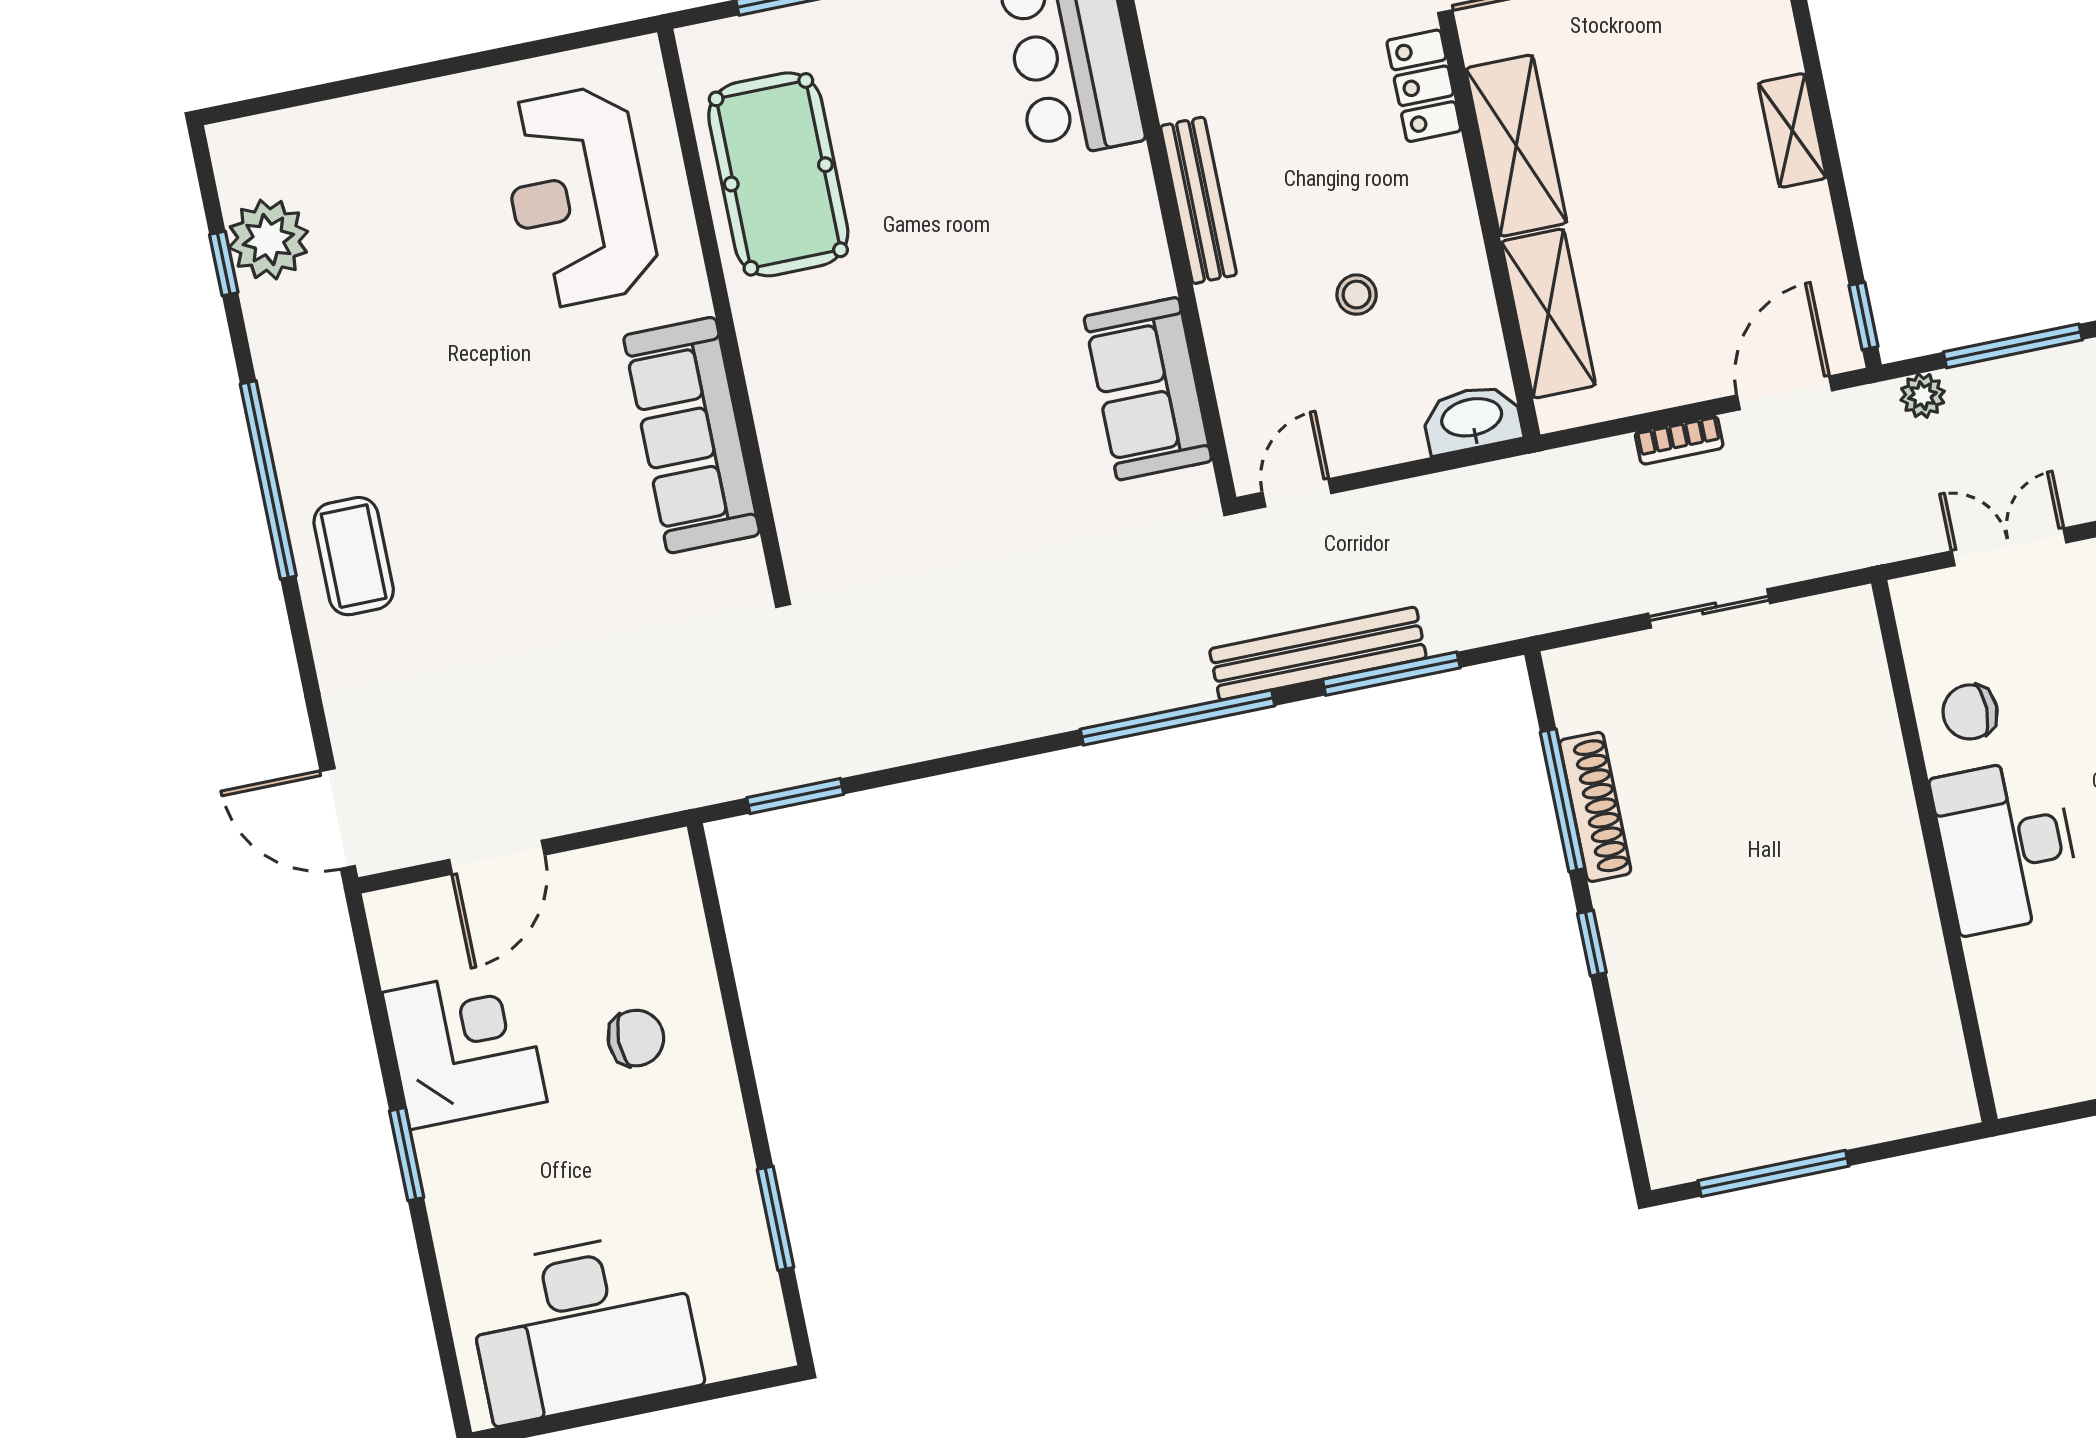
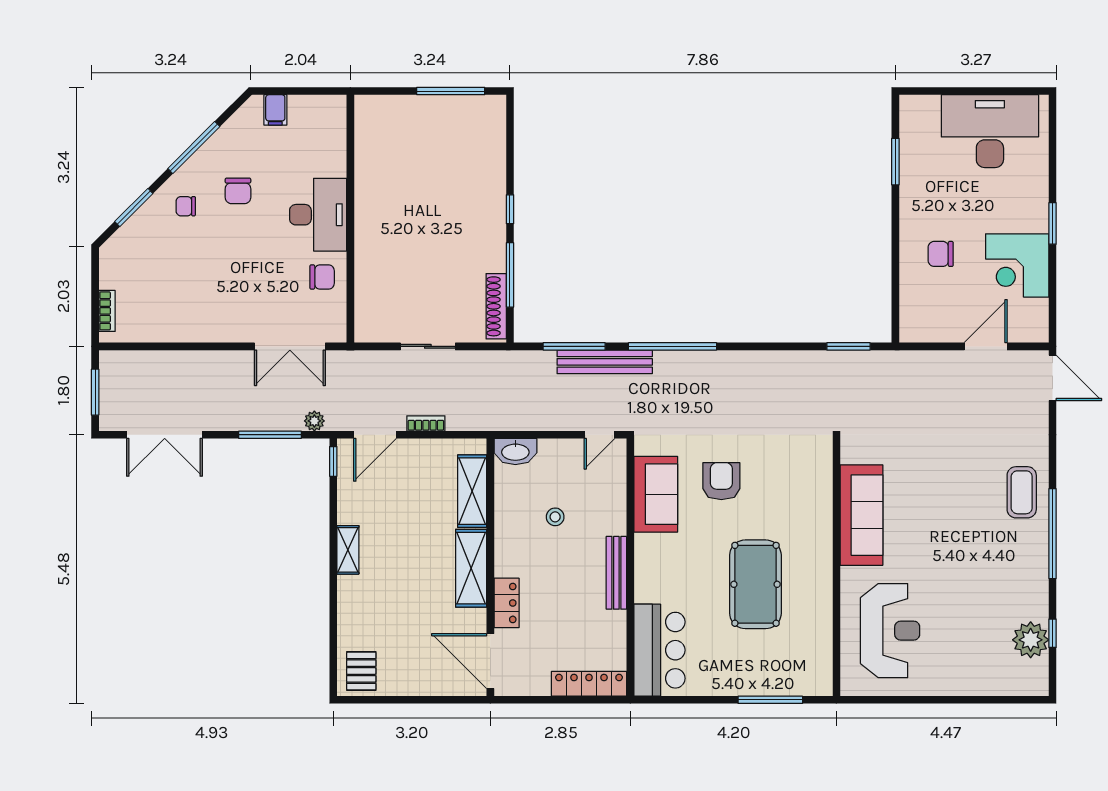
pool table: (778, 174) -> (755, 584), moved
armchair: (1011, 446) -> (721, 481), added
double door: (2009, 547) -> (290, 346), width x1.37
shoe rack: (1595, 807) -> (496, 306), moved

